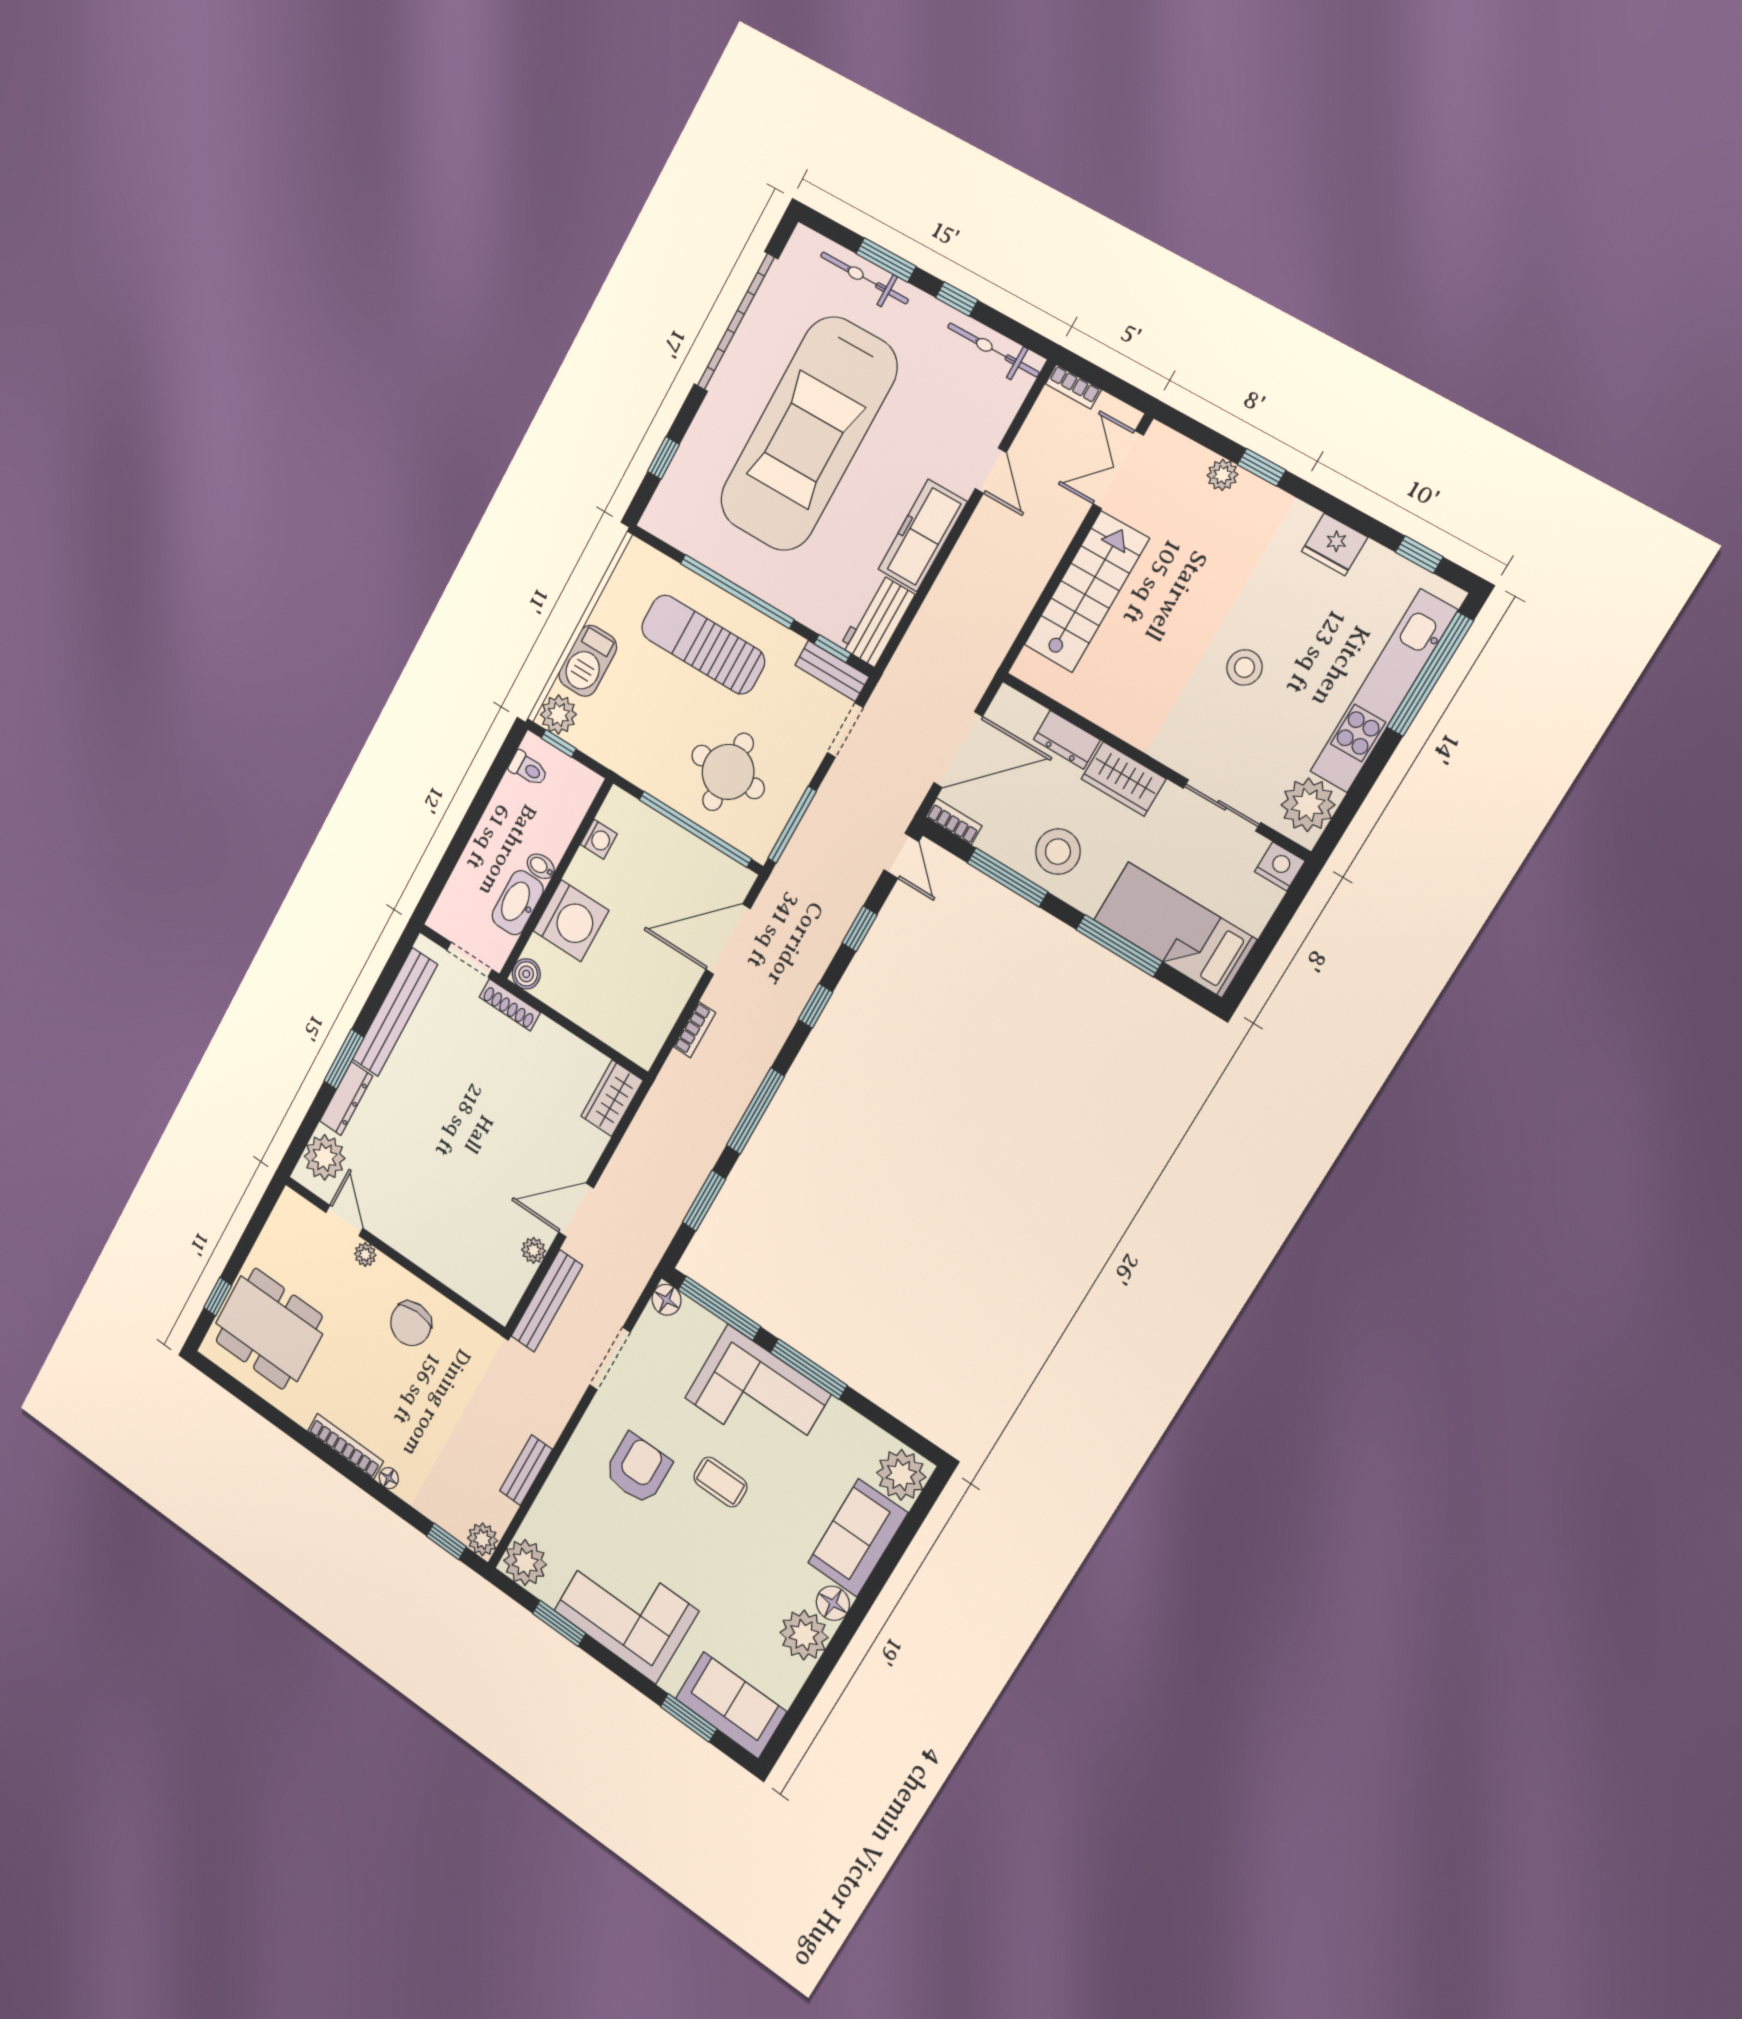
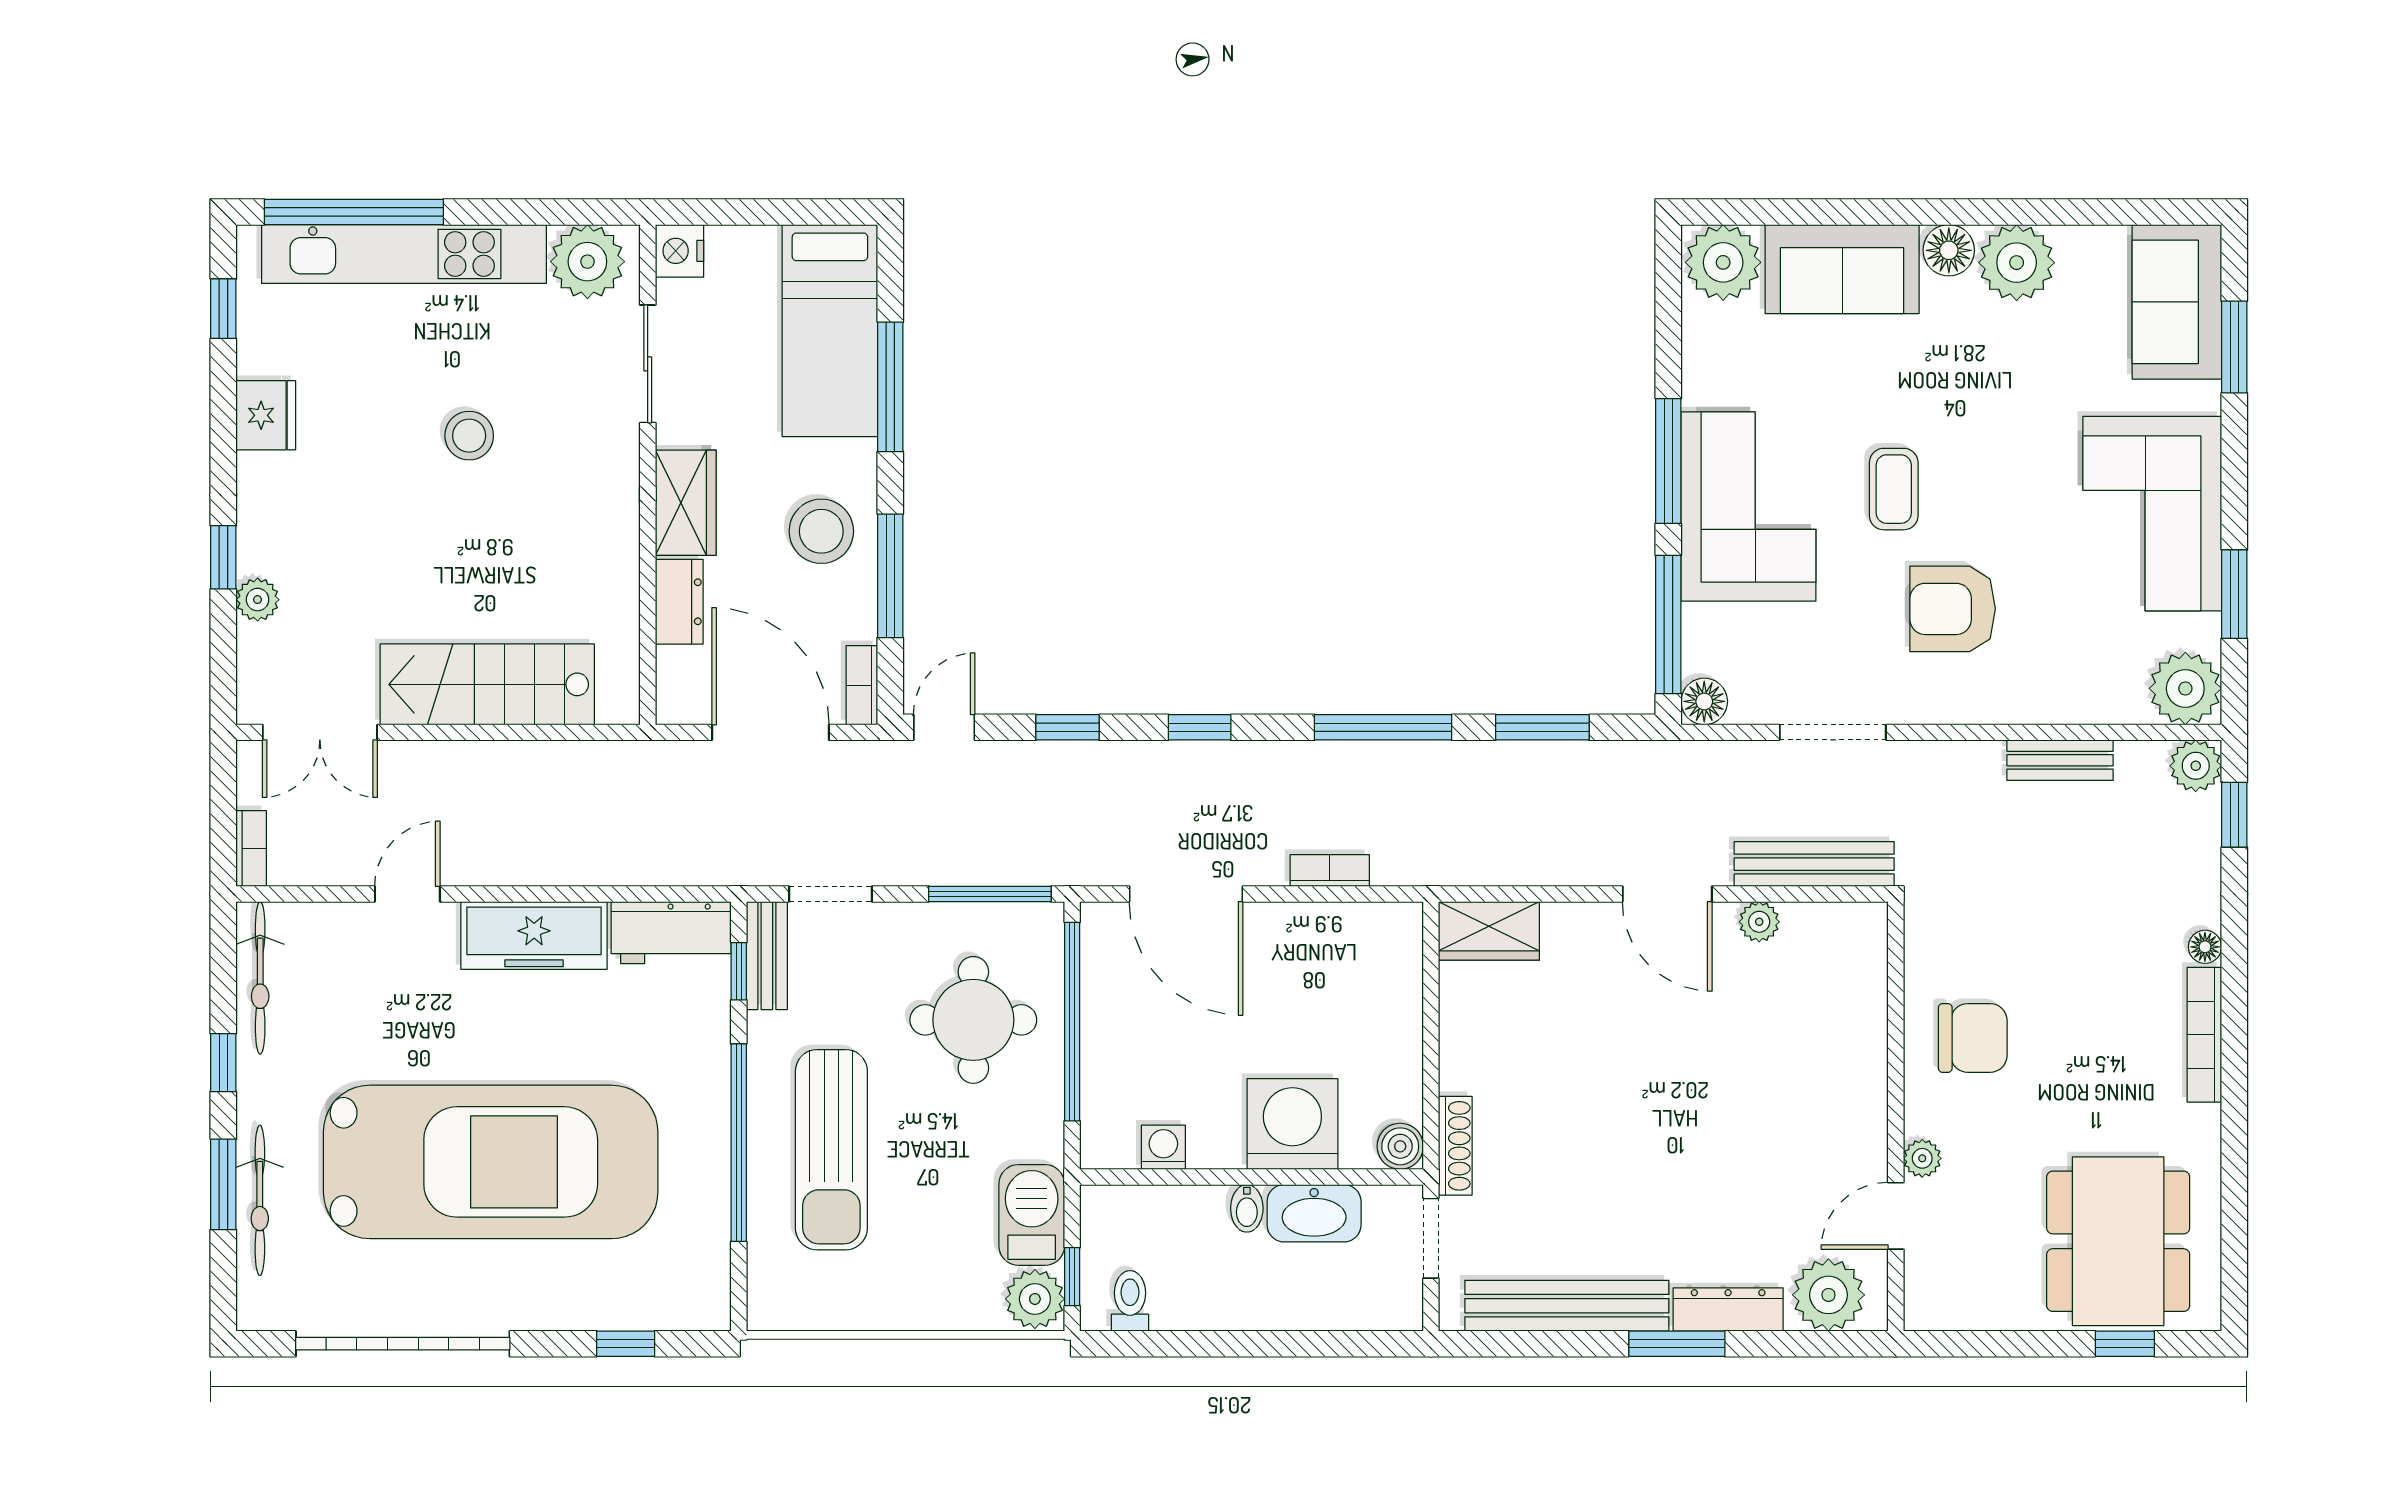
barbecue: (588, 661) -> (1032, 1215), moved, turned -90

